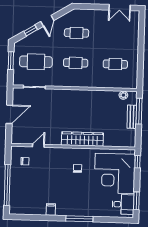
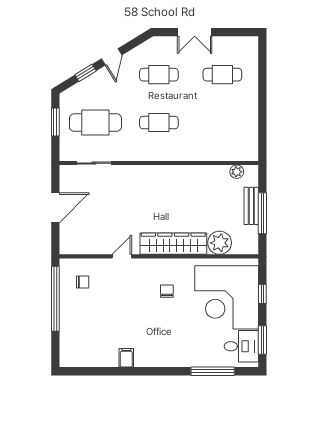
double door: (120, 8) -> (195, 32), moved
cafe table: (115, 64) -> (222, 75), moved
window: (139, 111) -> (262, 213), moved
plant: (111, 139) -> (220, 243), added
door: (38, 146) -> (122, 256), moved
window: (138, 162) -> (262, 294), moved
window: (7, 185) -> (55, 299), moved
window: (79, 219) -> (213, 371), moved

